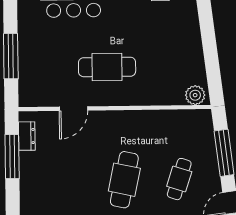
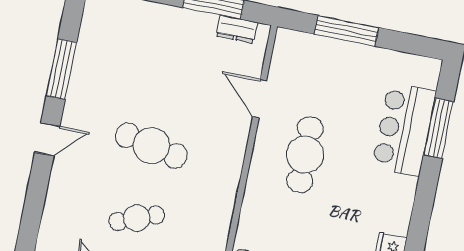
cafe table: (179, 179) -> (137, 218), turned -39

